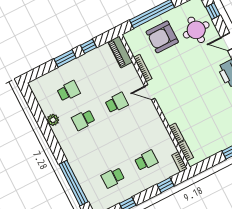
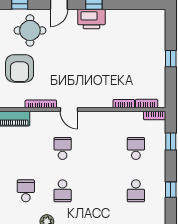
door: (150, 92) -> (69, 110), hinge flipped

